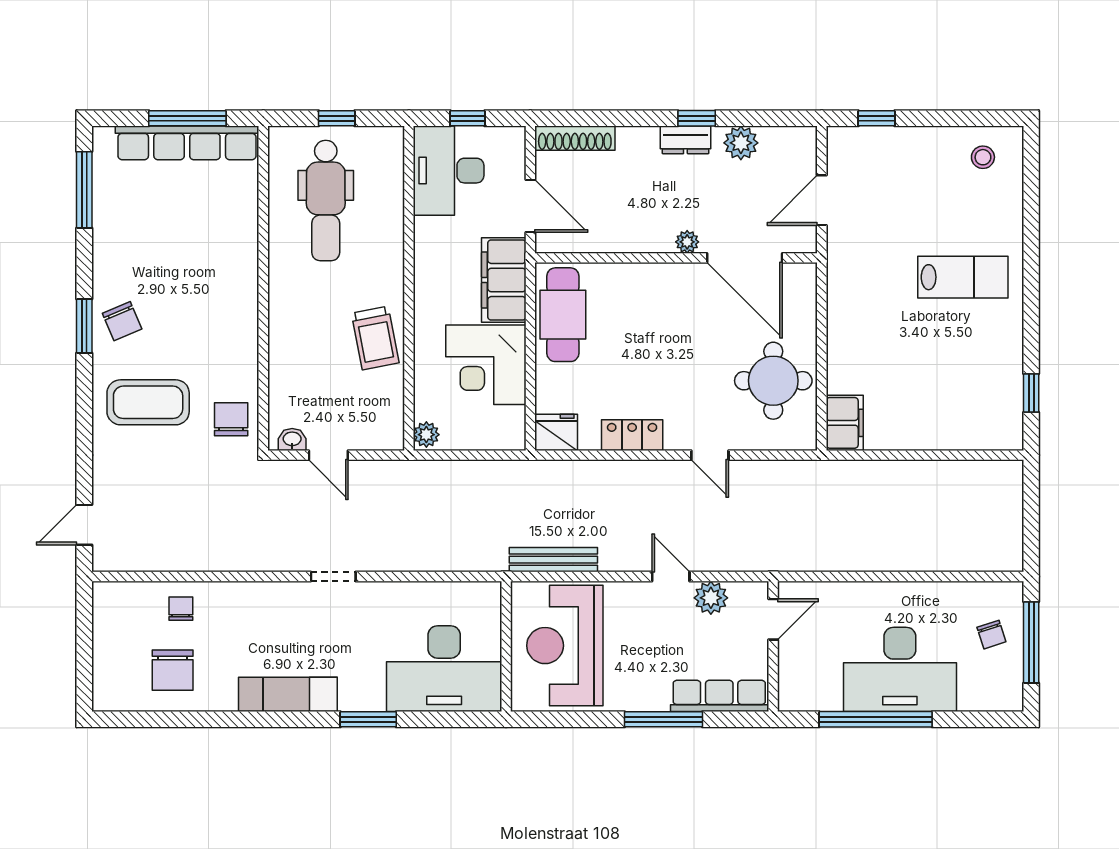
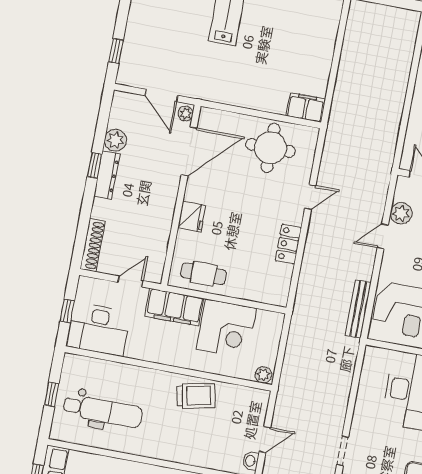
dresser: (685, 140) -> (107, 175), width x1.44
door: (530, 206) -> (130, 282), width x0.73
plant: (687, 242) -> (186, 113), moved
cafe table: (563, 315) -> (203, 274), width x0.73, depth x0.74
fridge: (556, 432) -> (192, 217), moved, turned 180

